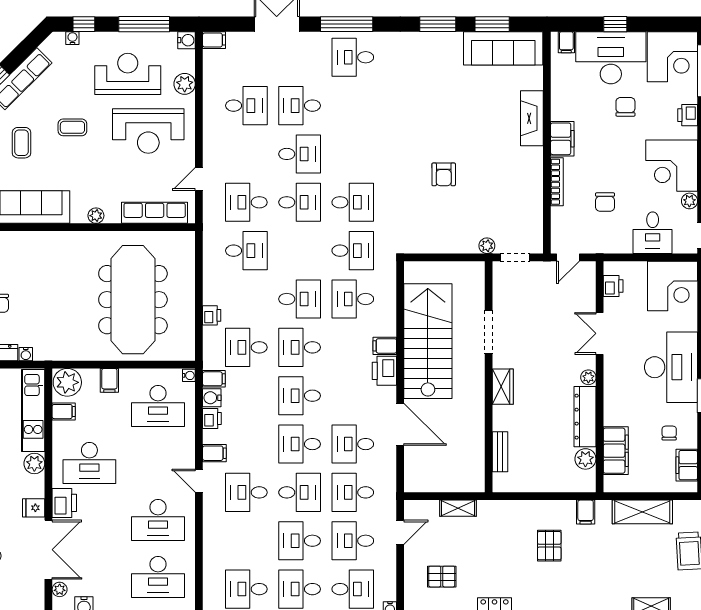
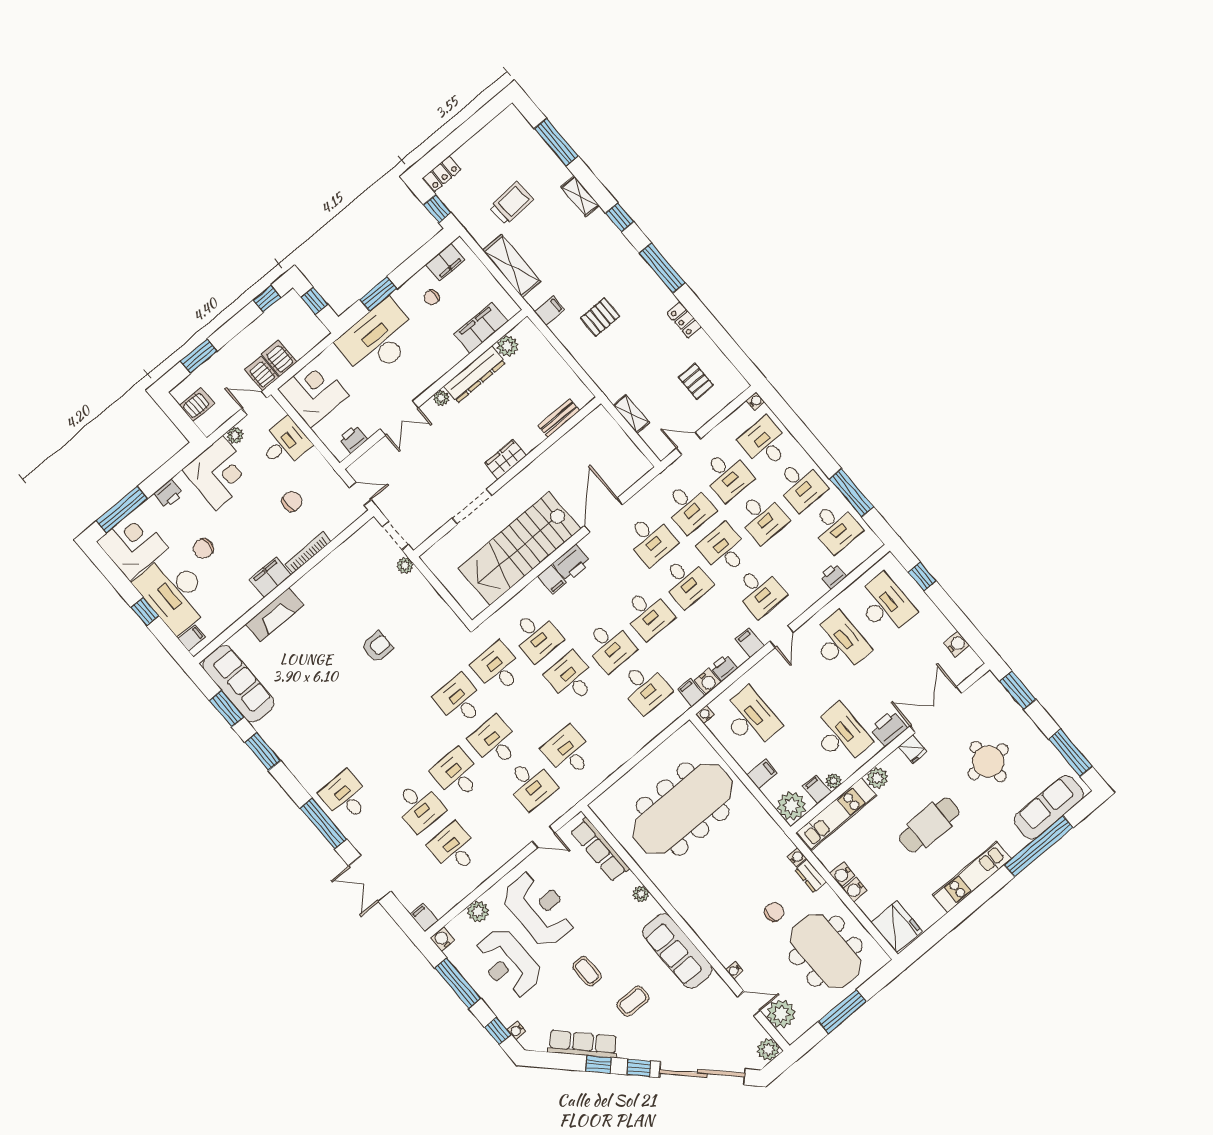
desk: (353, 57) -> (345, 797), turned 180
printer: (212, 315) -> (833, 576), moved
plant: (60, 589) -> (833, 781), moved

